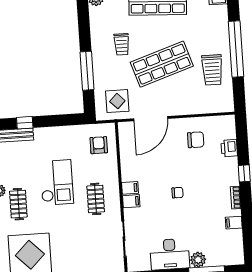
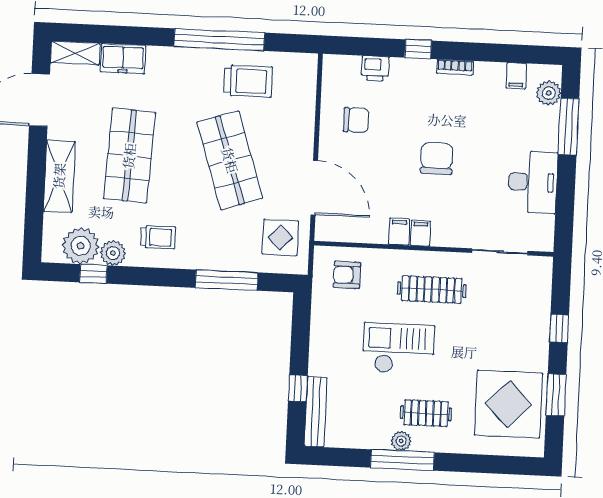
trolley: (122, 44) -> (158, 237), moved
chair: (196, 140) -> (356, 120), turned 90
chair: (177, 193) -> (437, 159), width x1.87, depth x1.87
clothes rail: (96, 199) -> (432, 290), width x1.36
filing cabinet: (131, 201) -> (399, 232), moved
filing cabinet: (234, 223) -> (516, 76), moved
plant: (198, 260) -> (549, 93), moved

